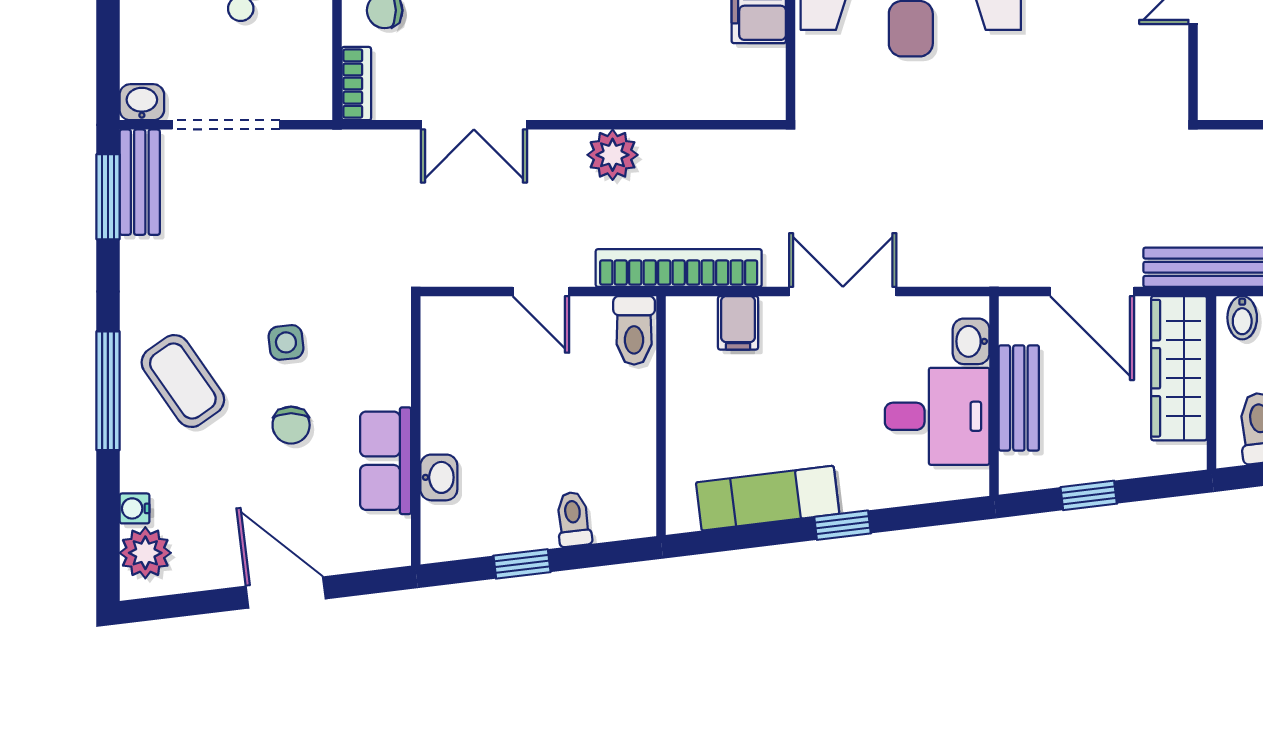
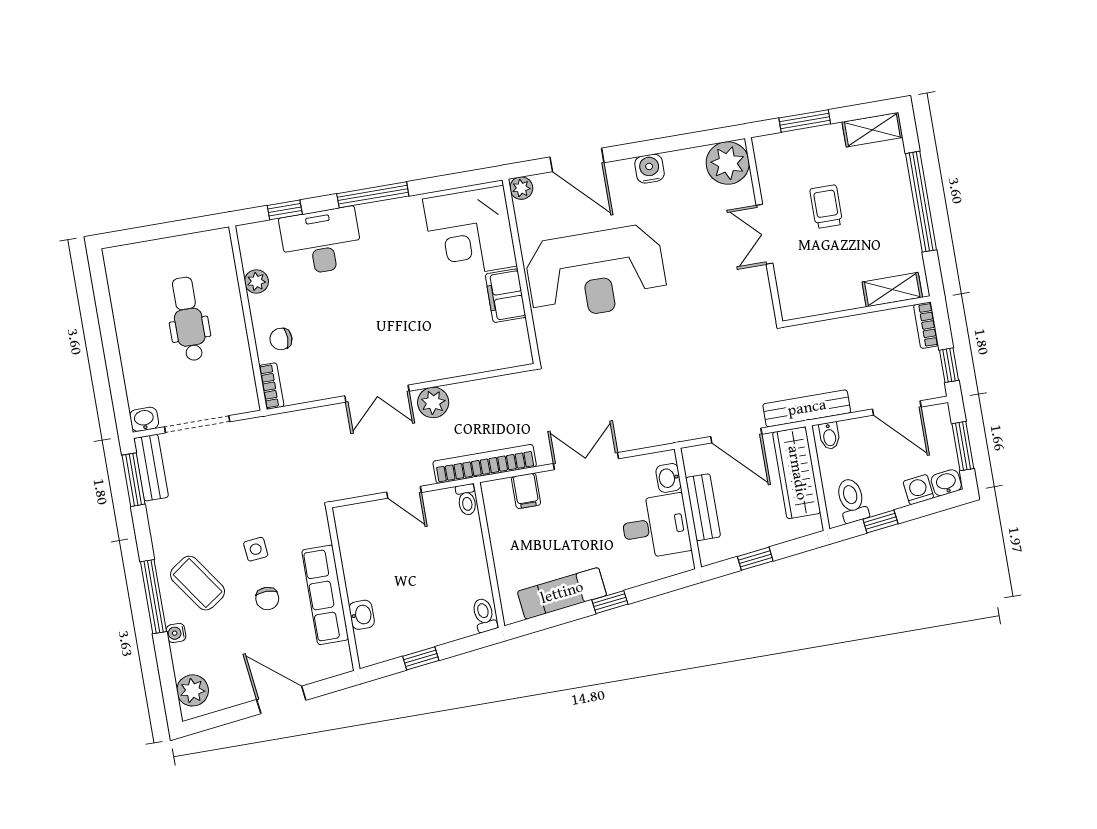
double door: (474, 125) -> (377, 394), moved
toilet: (634, 330) -> (467, 500), width x0.73, depth x0.72
row of seats: (386, 461) -> (325, 595), width x1.48
water cooler: (135, 508) -> (176, 633), moved
toilet: (573, 519) -> (484, 615), moved

